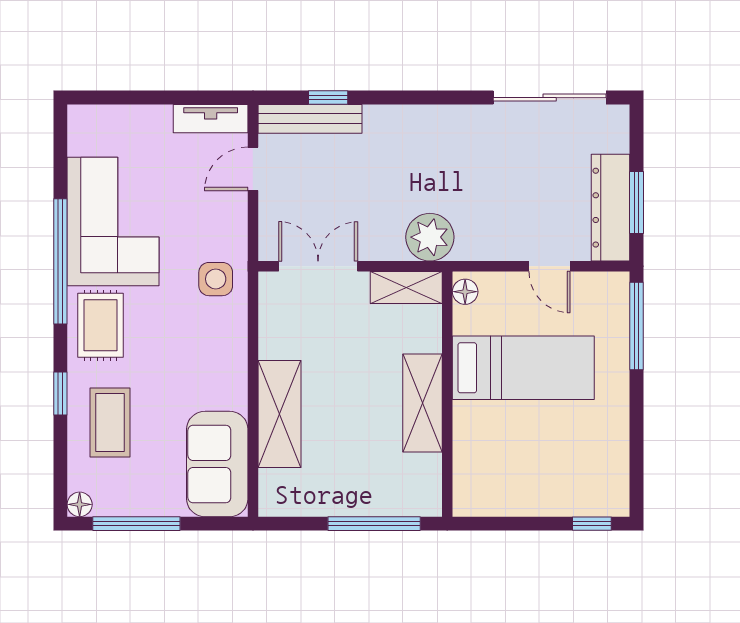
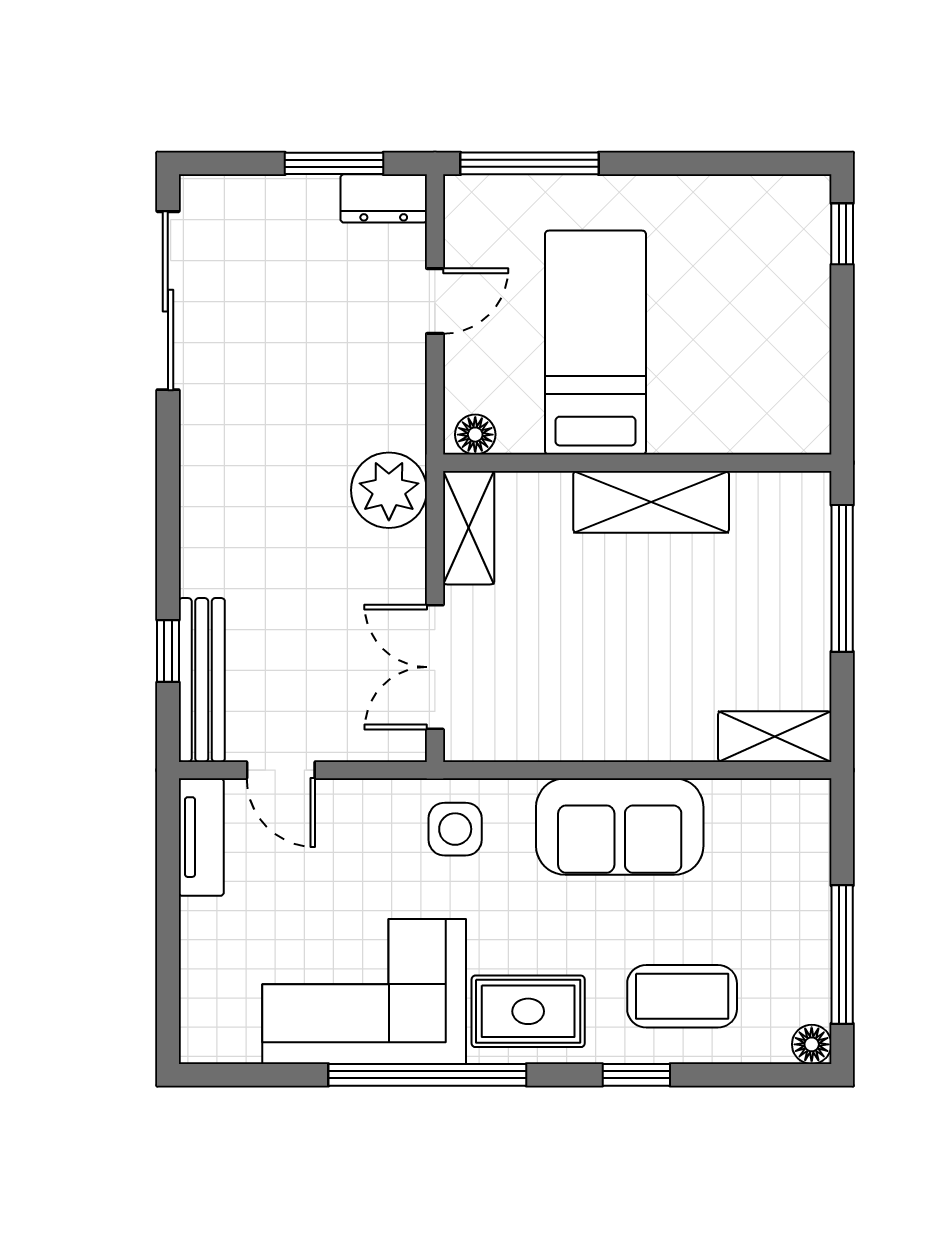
dresser: (611, 208) -> (384, 198), width x0.51, depth x0.80
shelving: (280, 414) -> (775, 737), moved, width x0.67, depth x0.75
sofa: (217, 464) -> (620, 827), moved

